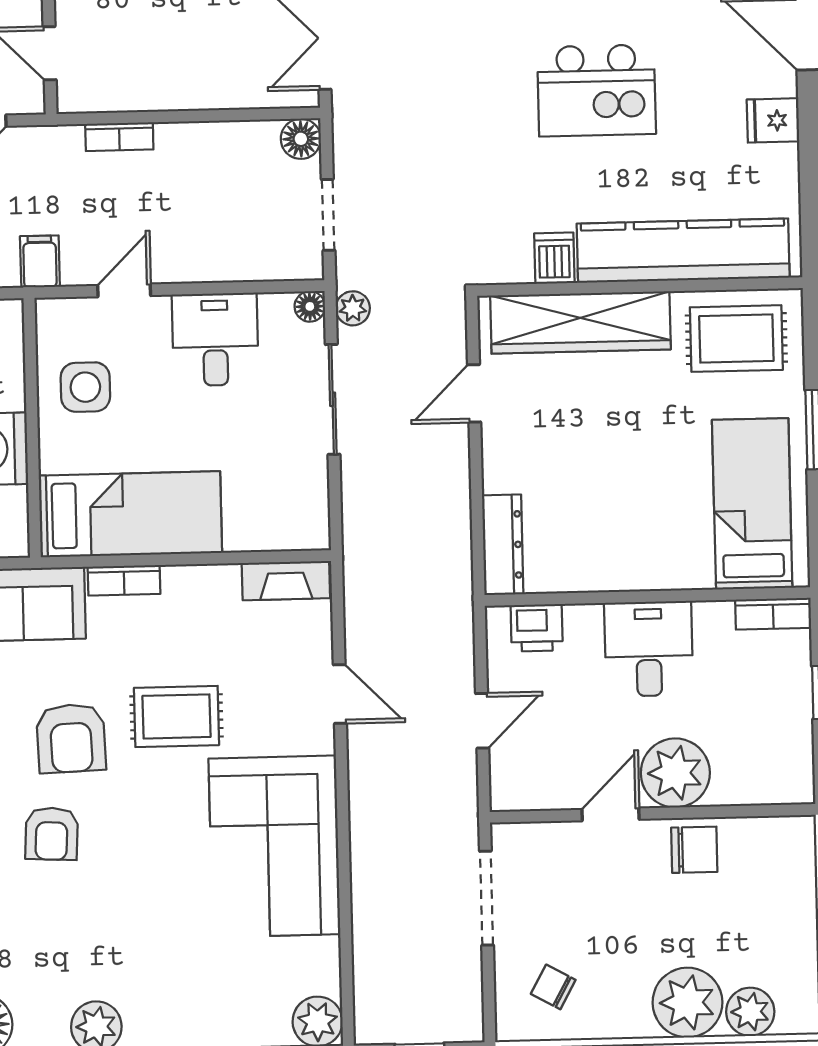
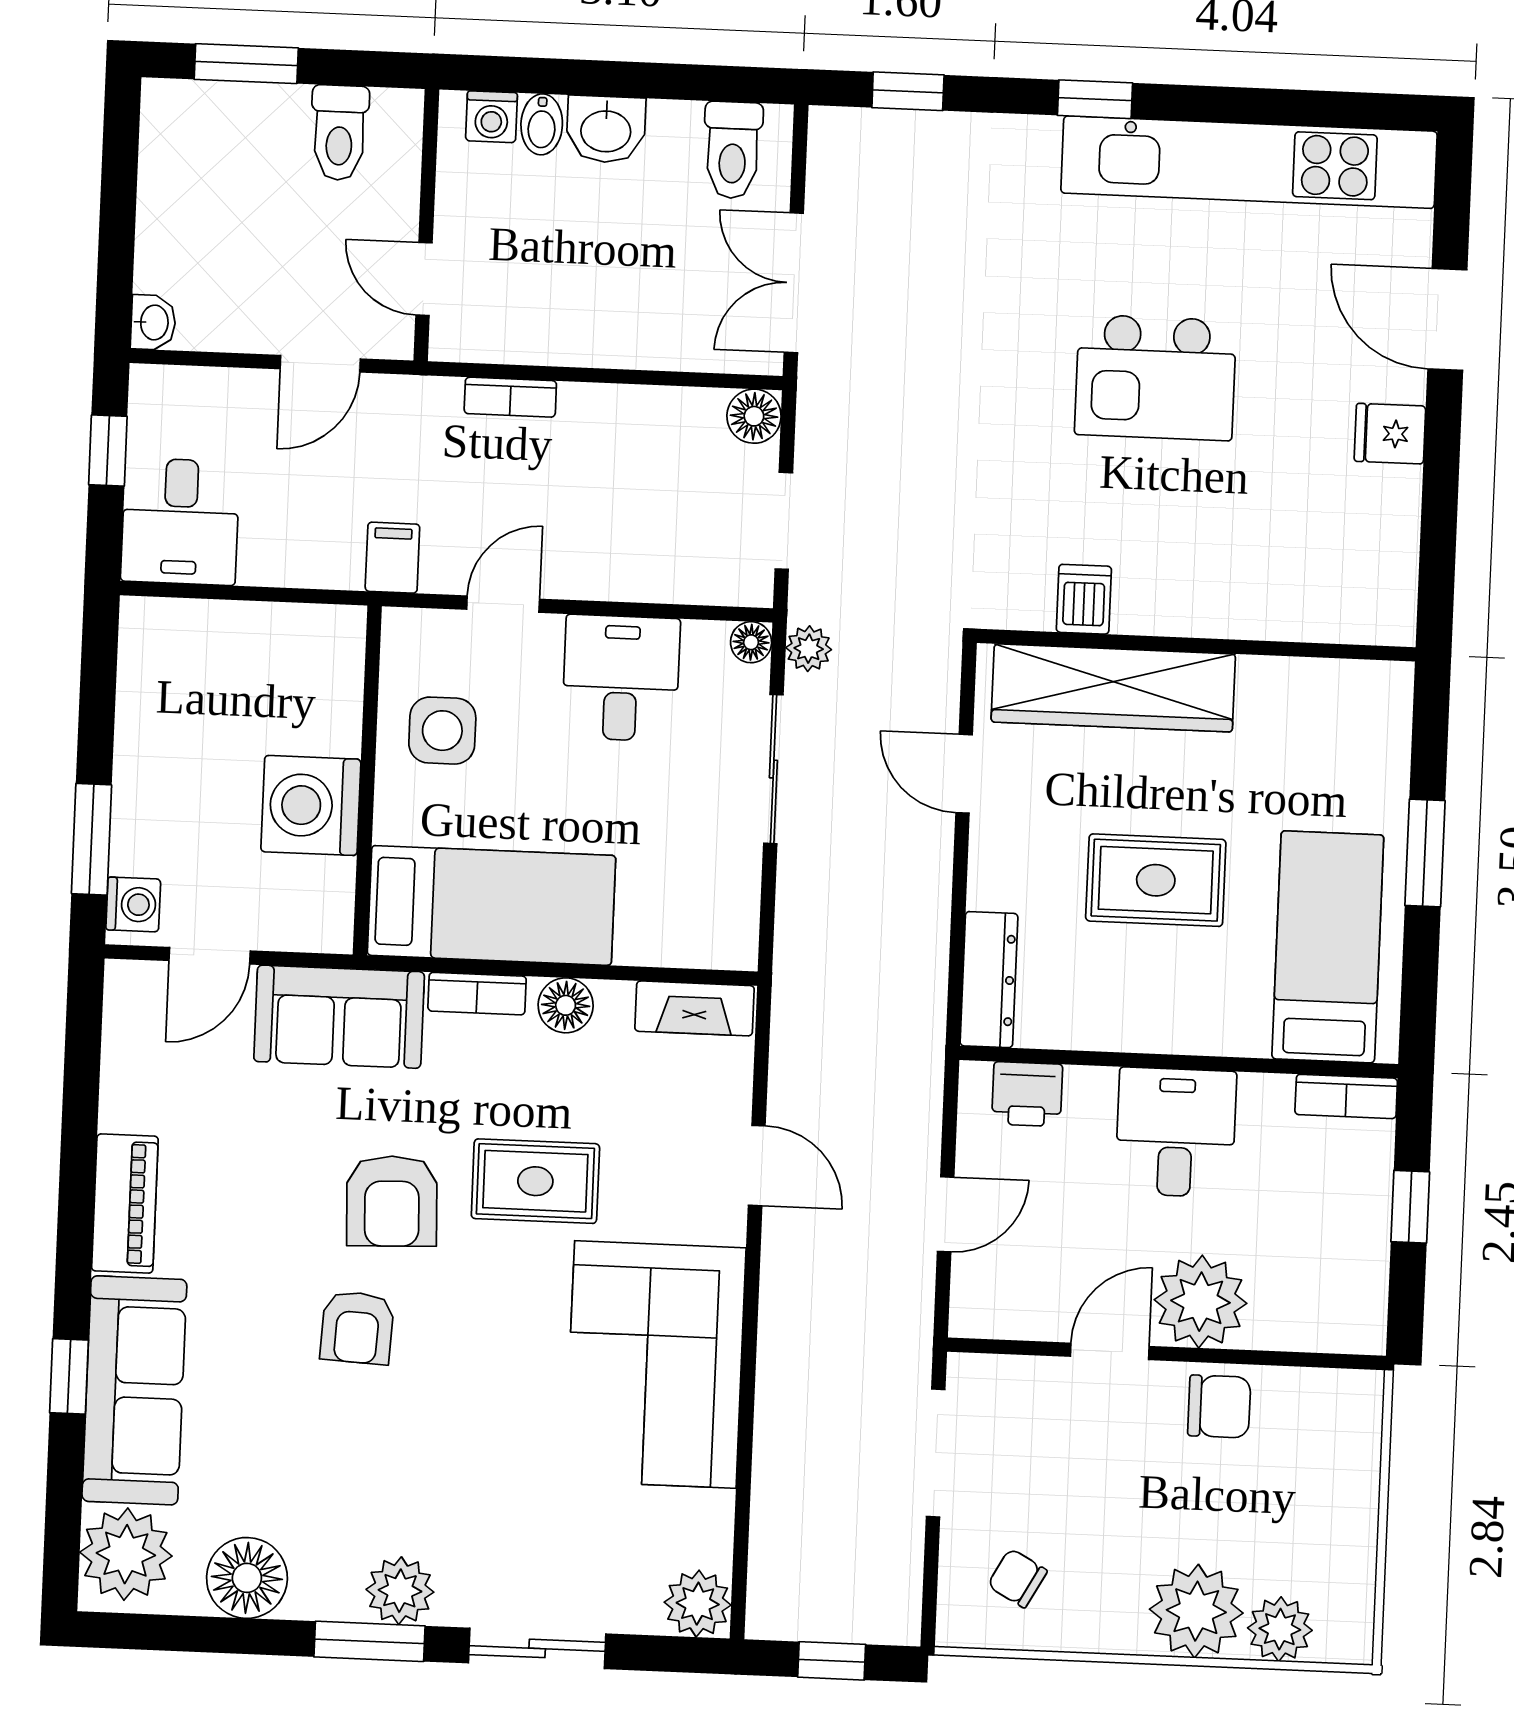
kitchen counter: (683, 251) -> (1258, 601), removed
rug: (736, 339) -> (1156, 880), moved
door: (474, 393) -> (964, 774), hinge flipped
floor lamp: (190, 585) -> (566, 1005), added

